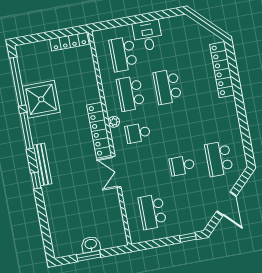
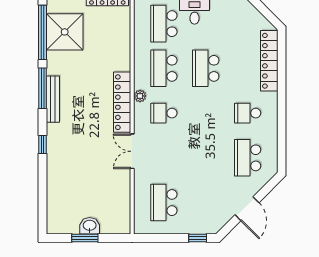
shower: (41, 99) -> (65, 32), moved
bench: (42, 164) -> (53, 99), moved
school desk: (182, 166) -> (248, 113), moved

